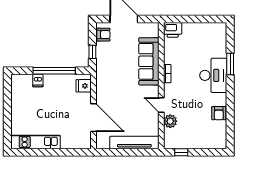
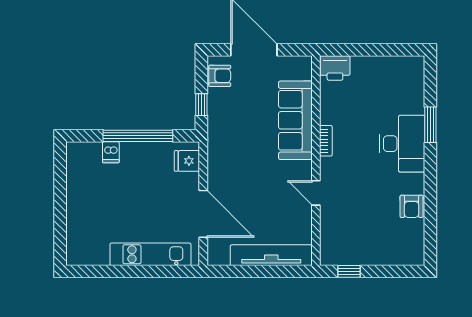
plant: (170, 121) -> (331, 220), removed
kitchen unit: (36, 142) -> (150, 254), moved

